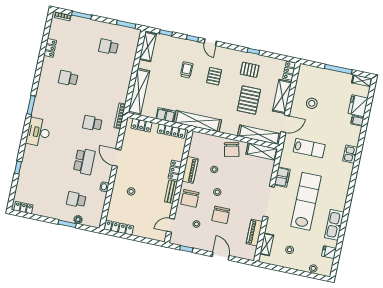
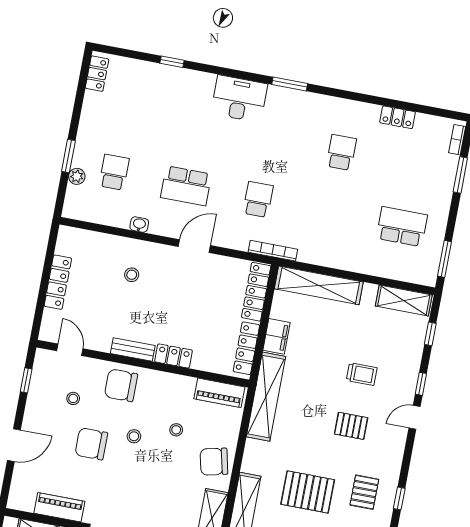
school desk: (108, 47) -> (402, 227), width x1.85
locker: (142, 125) -> (256, 292), width x1.53
piano: (190, 170) -> (219, 393), moved
locker: (119, 228) -> (58, 282), moved

